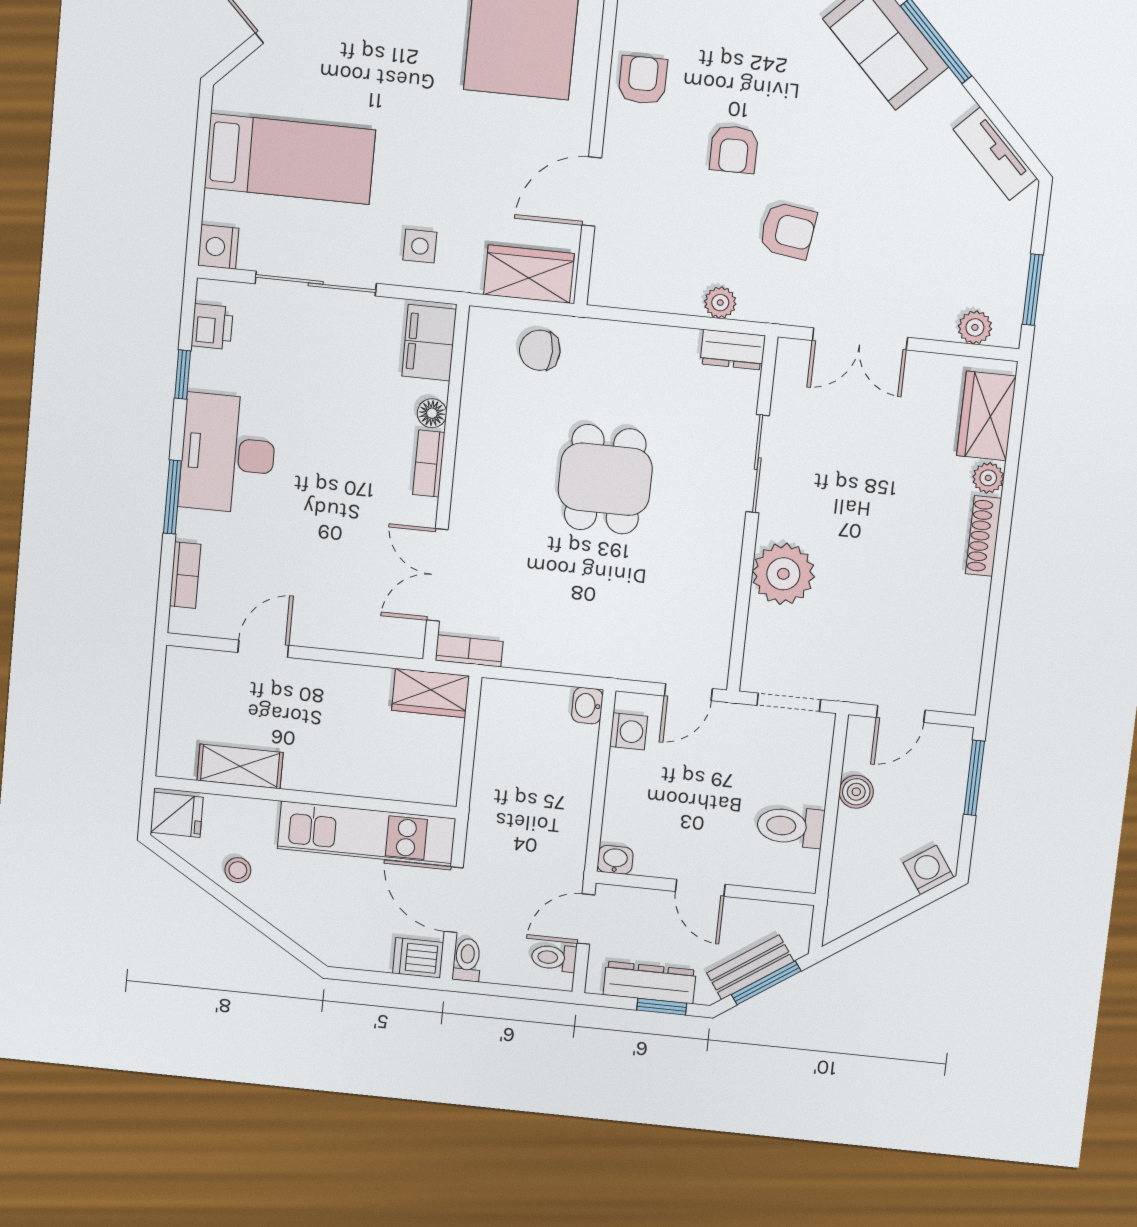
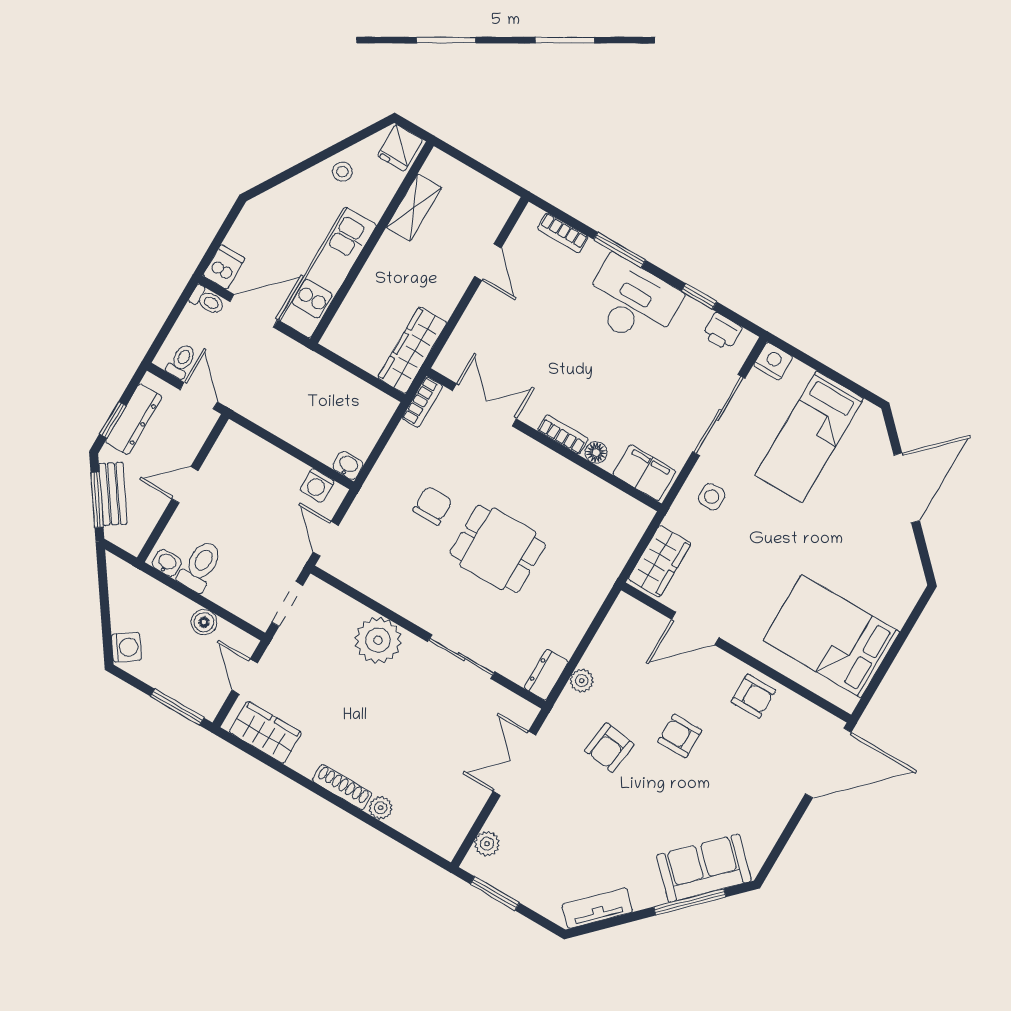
door: (592, 191) -> (695, 628), swing flipped
chair: (540, 350) -> (433, 506), moved
wardrobe: (986, 416) -> (265, 732), moved
wardrobe: (431, 693) -> (412, 350), width x1.50
washbasin: (615, 860) -> (167, 563), moved, turned -90

